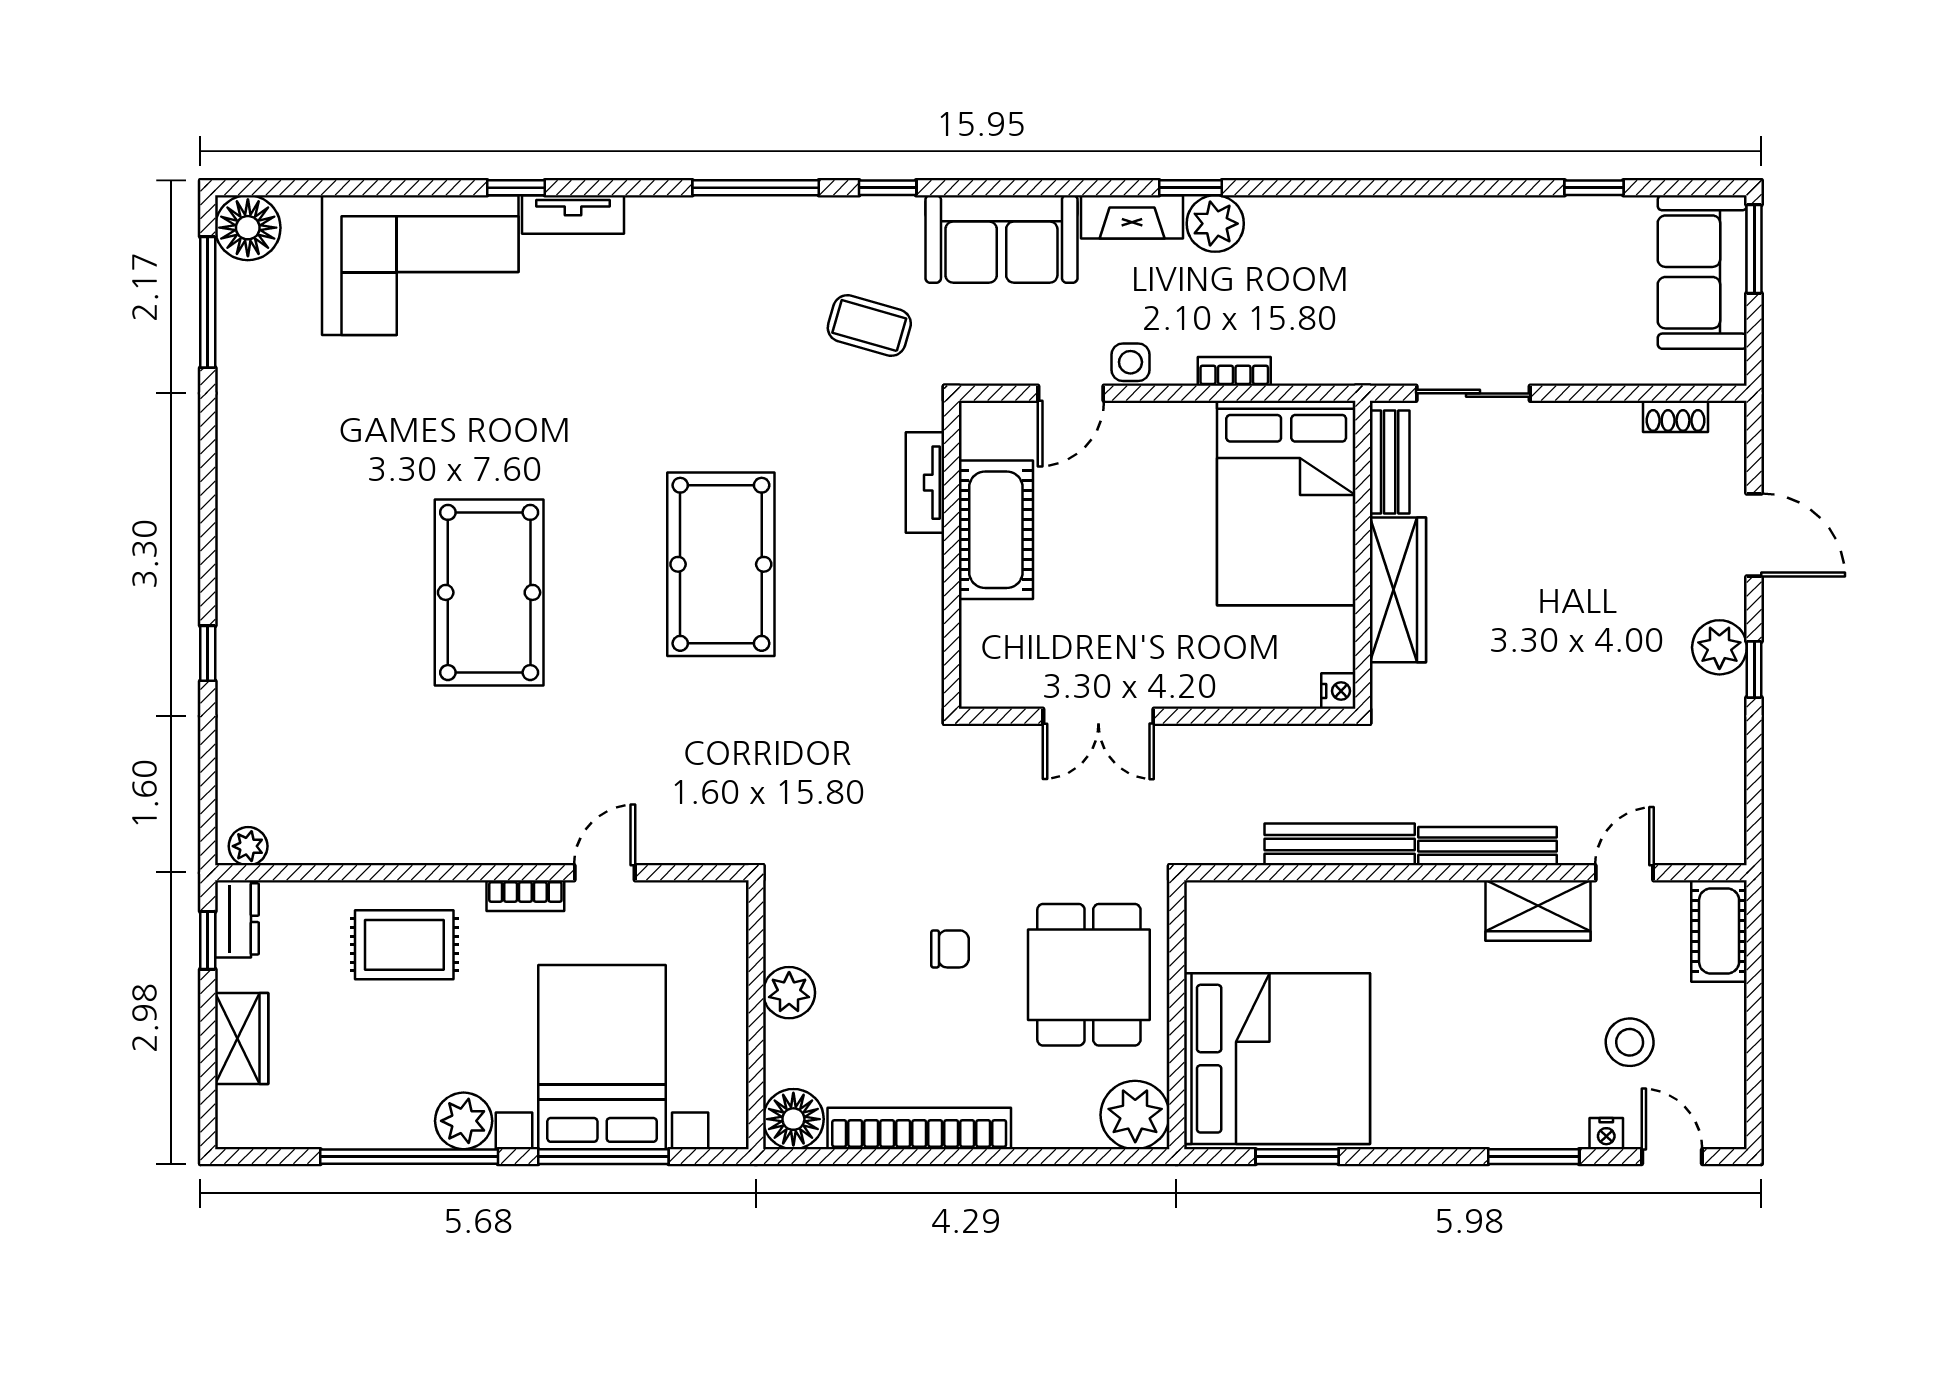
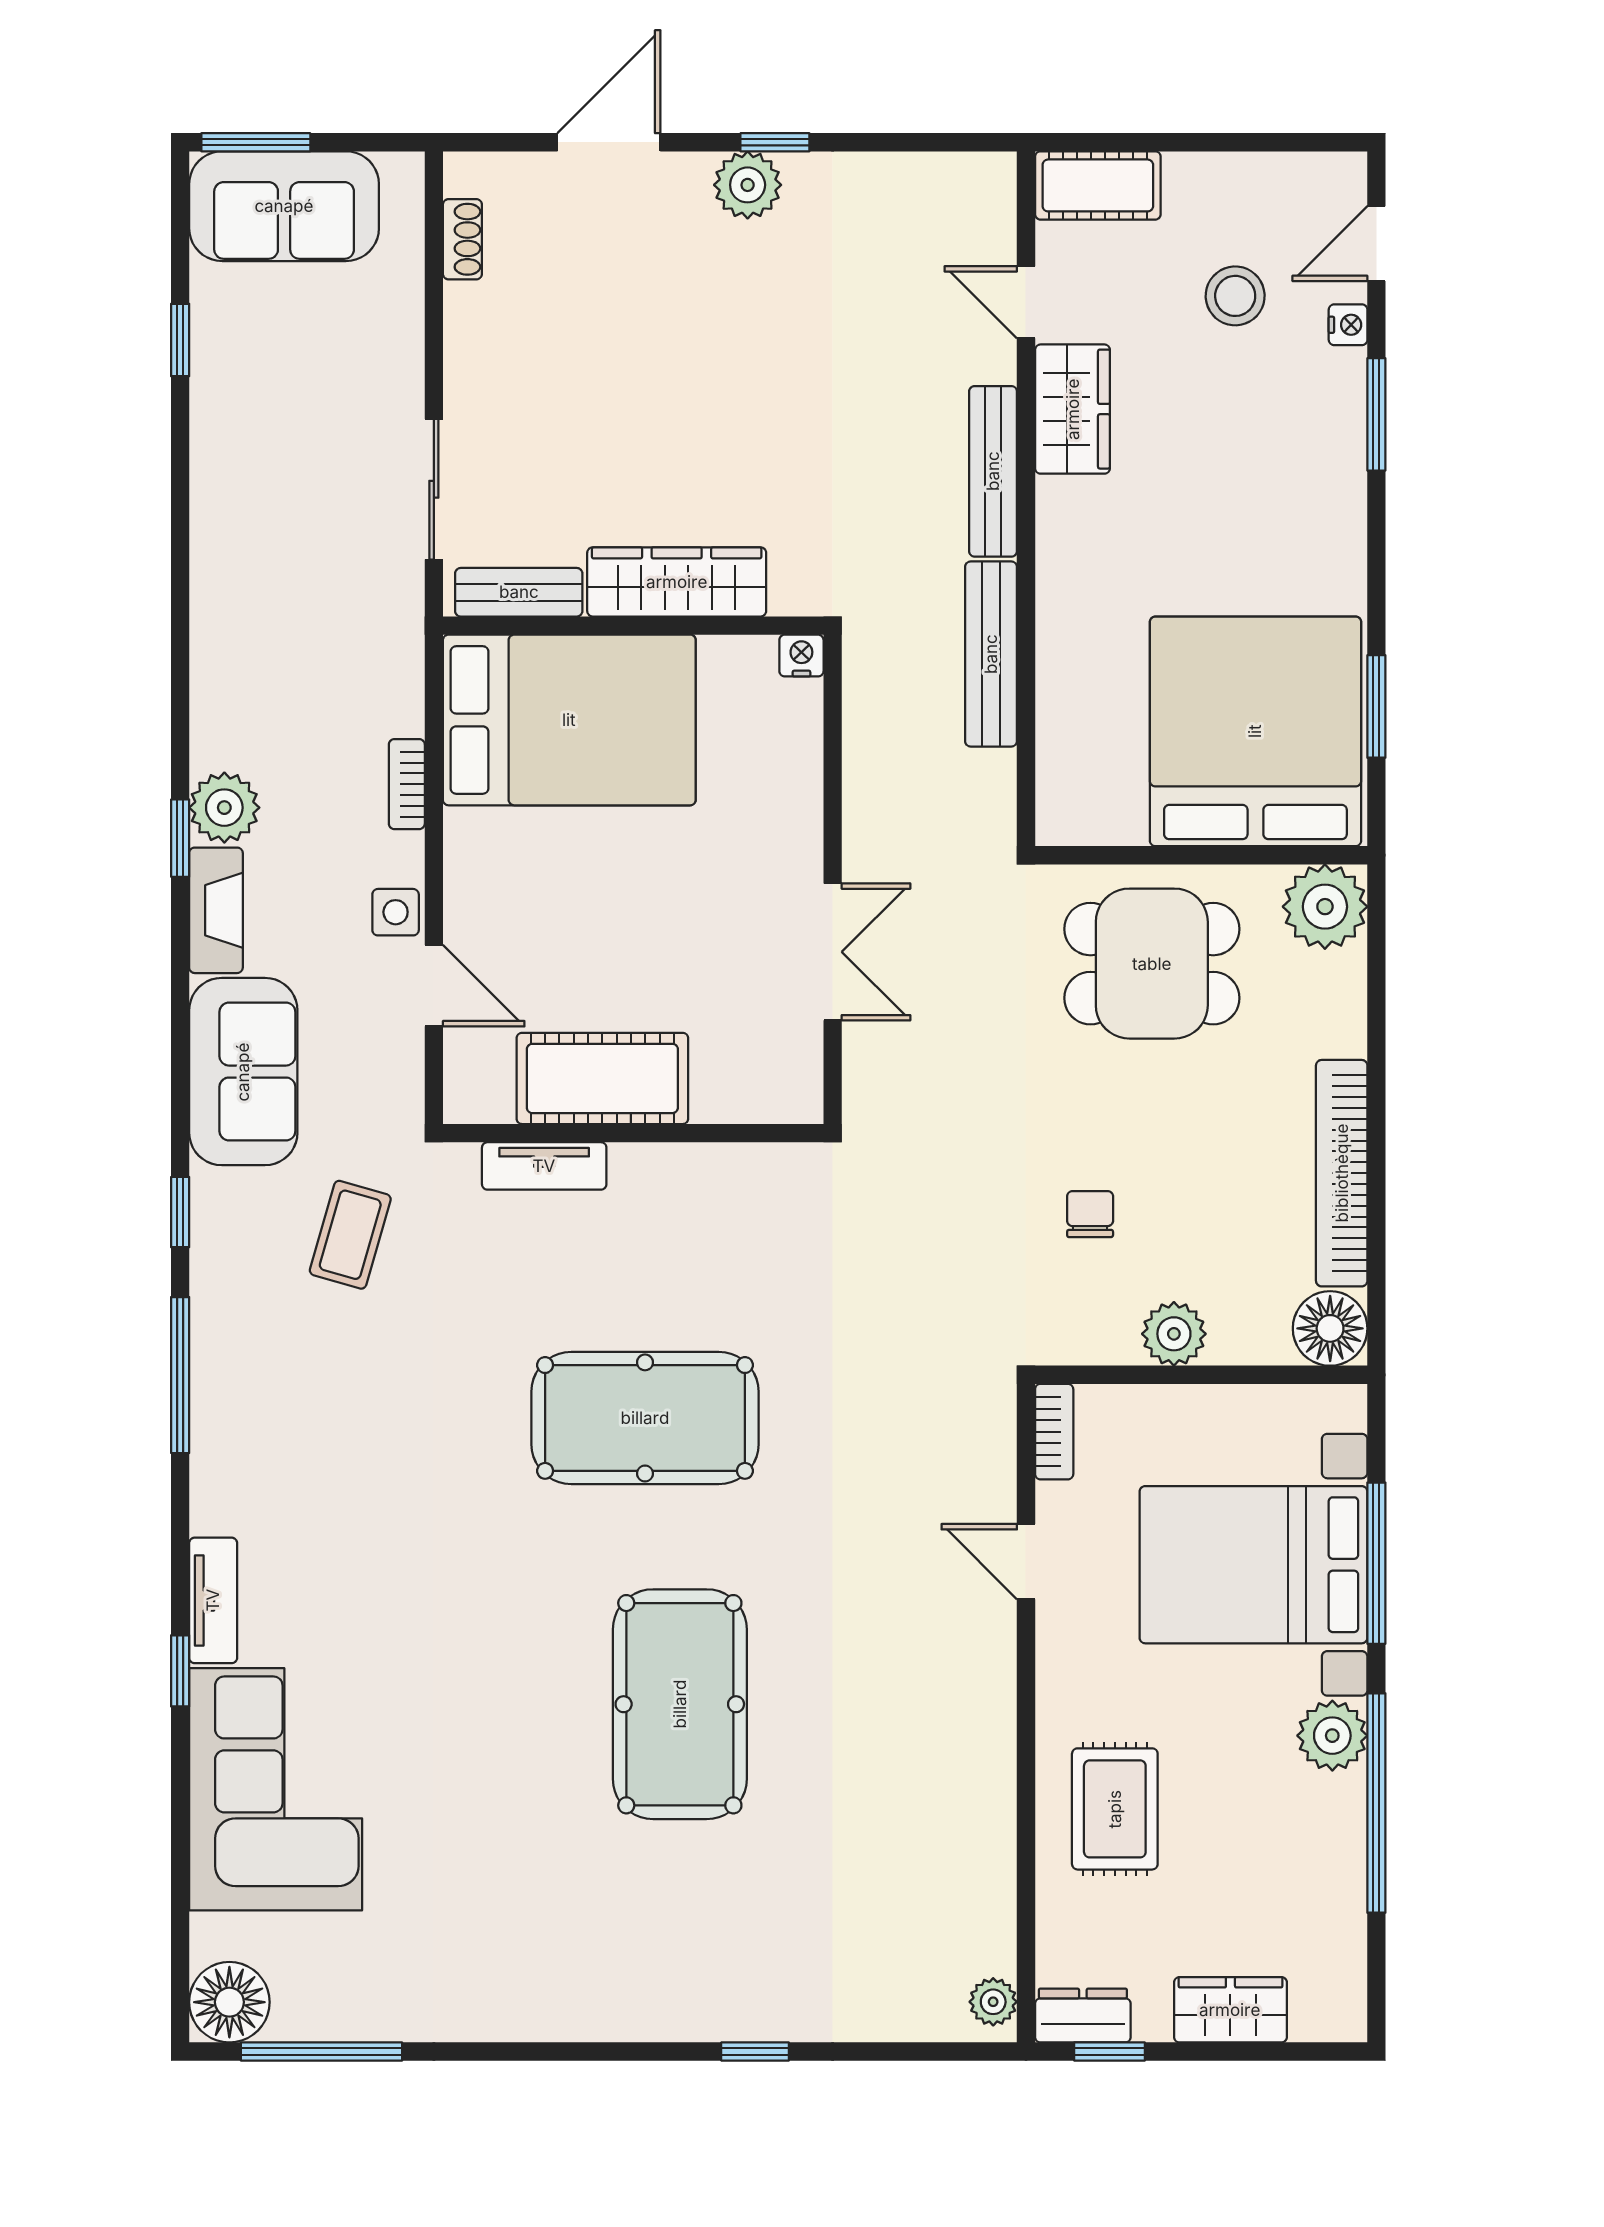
pool table: (489, 592) -> (680, 1704), turned 90
bookcase: (525, 896) -> (1054, 1432), moved
chair: (950, 949) -> (1090, 1214), moved

